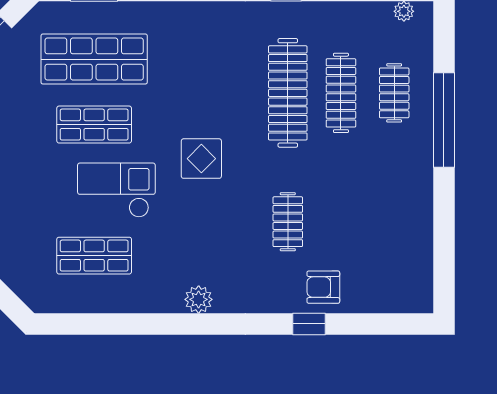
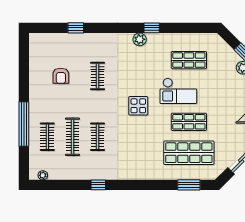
clothes rail: (288, 93) -> (98, 137), width x0.54, depth x0.76
armchair: (323, 287) -> (61, 76), moved, turned 90
window: (173, 324) -> (152, 28), added
window: (309, 324) -> (76, 28), moved

